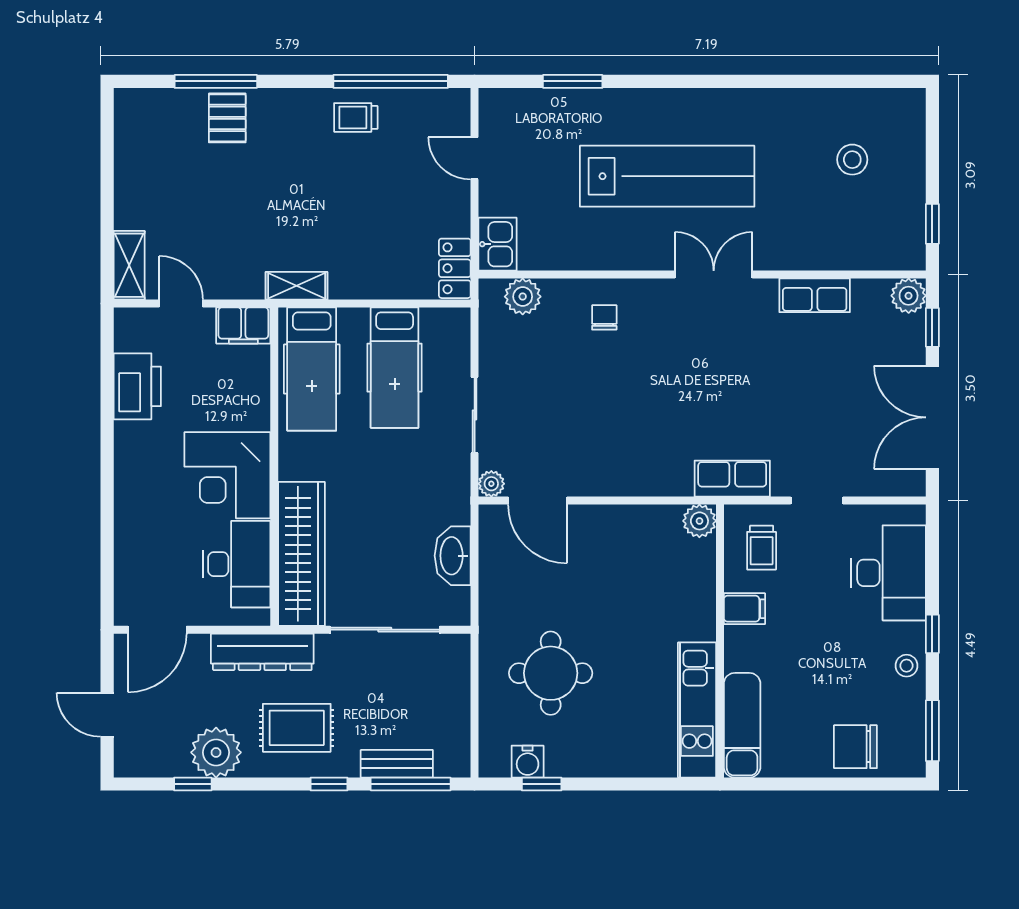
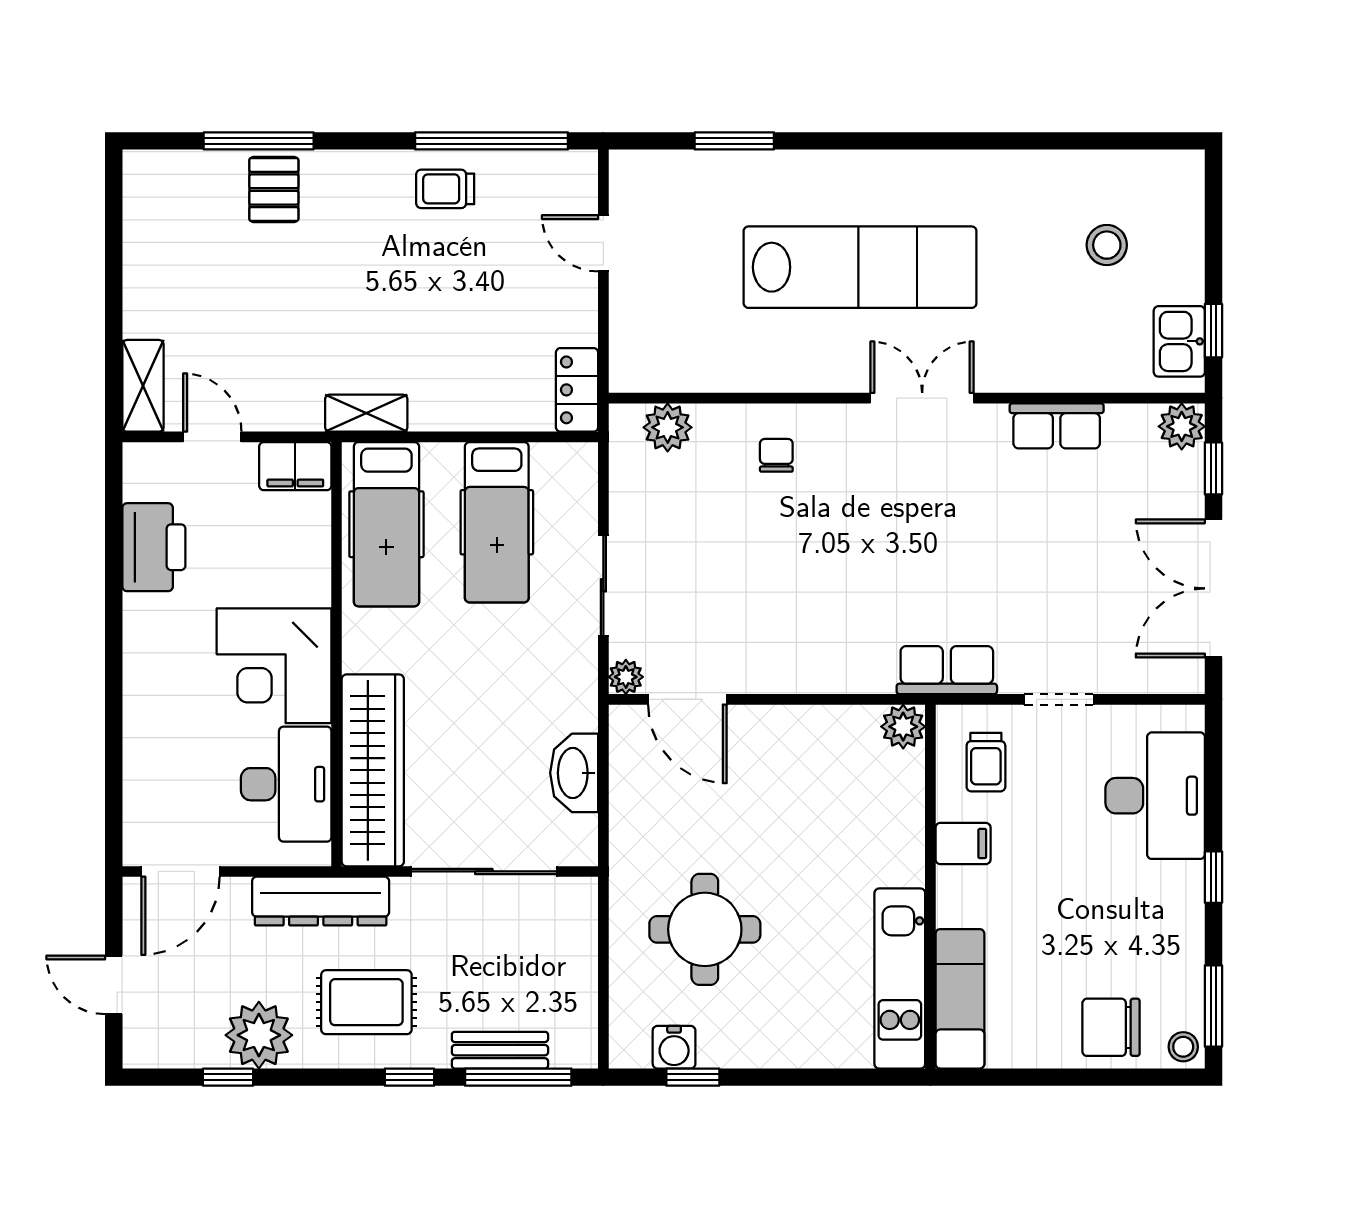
kitchen sink: (498, 244) -> (1179, 341), moved, turned 180
stool: (906, 666) -> (1183, 1047), moved

